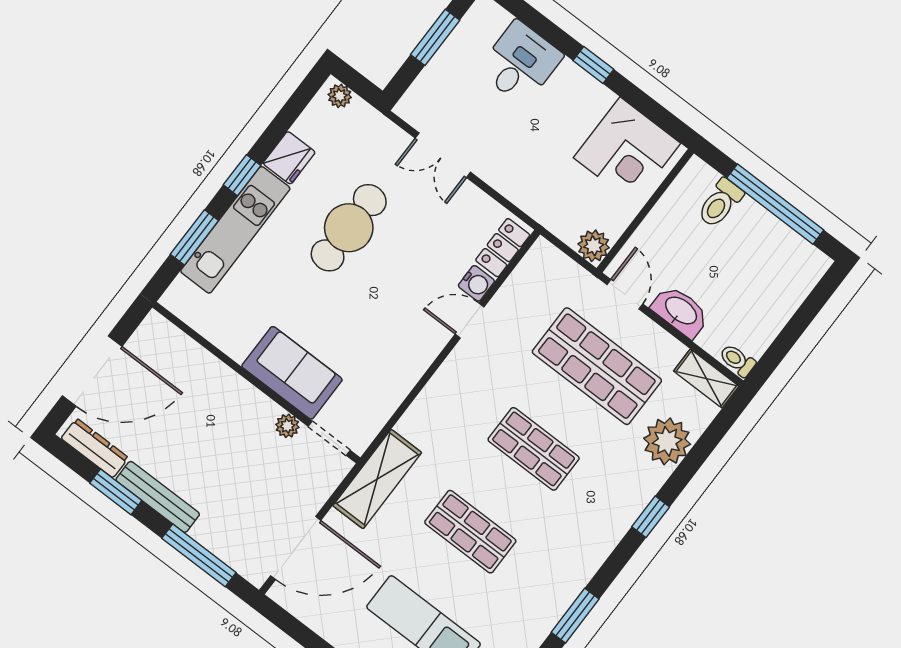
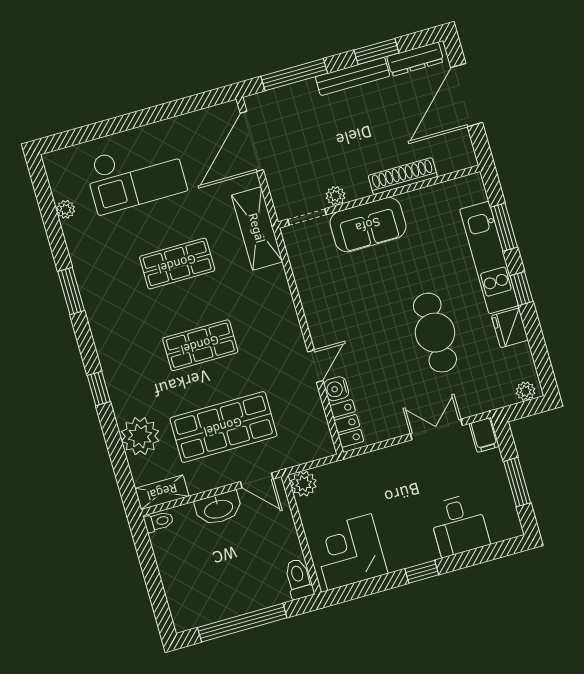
filing cabinet: (413, 104) -> (484, 435), added
toilet: (720, 203) -> (299, 579), moved
shoe rack: (219, 374) -> (403, 176), added

